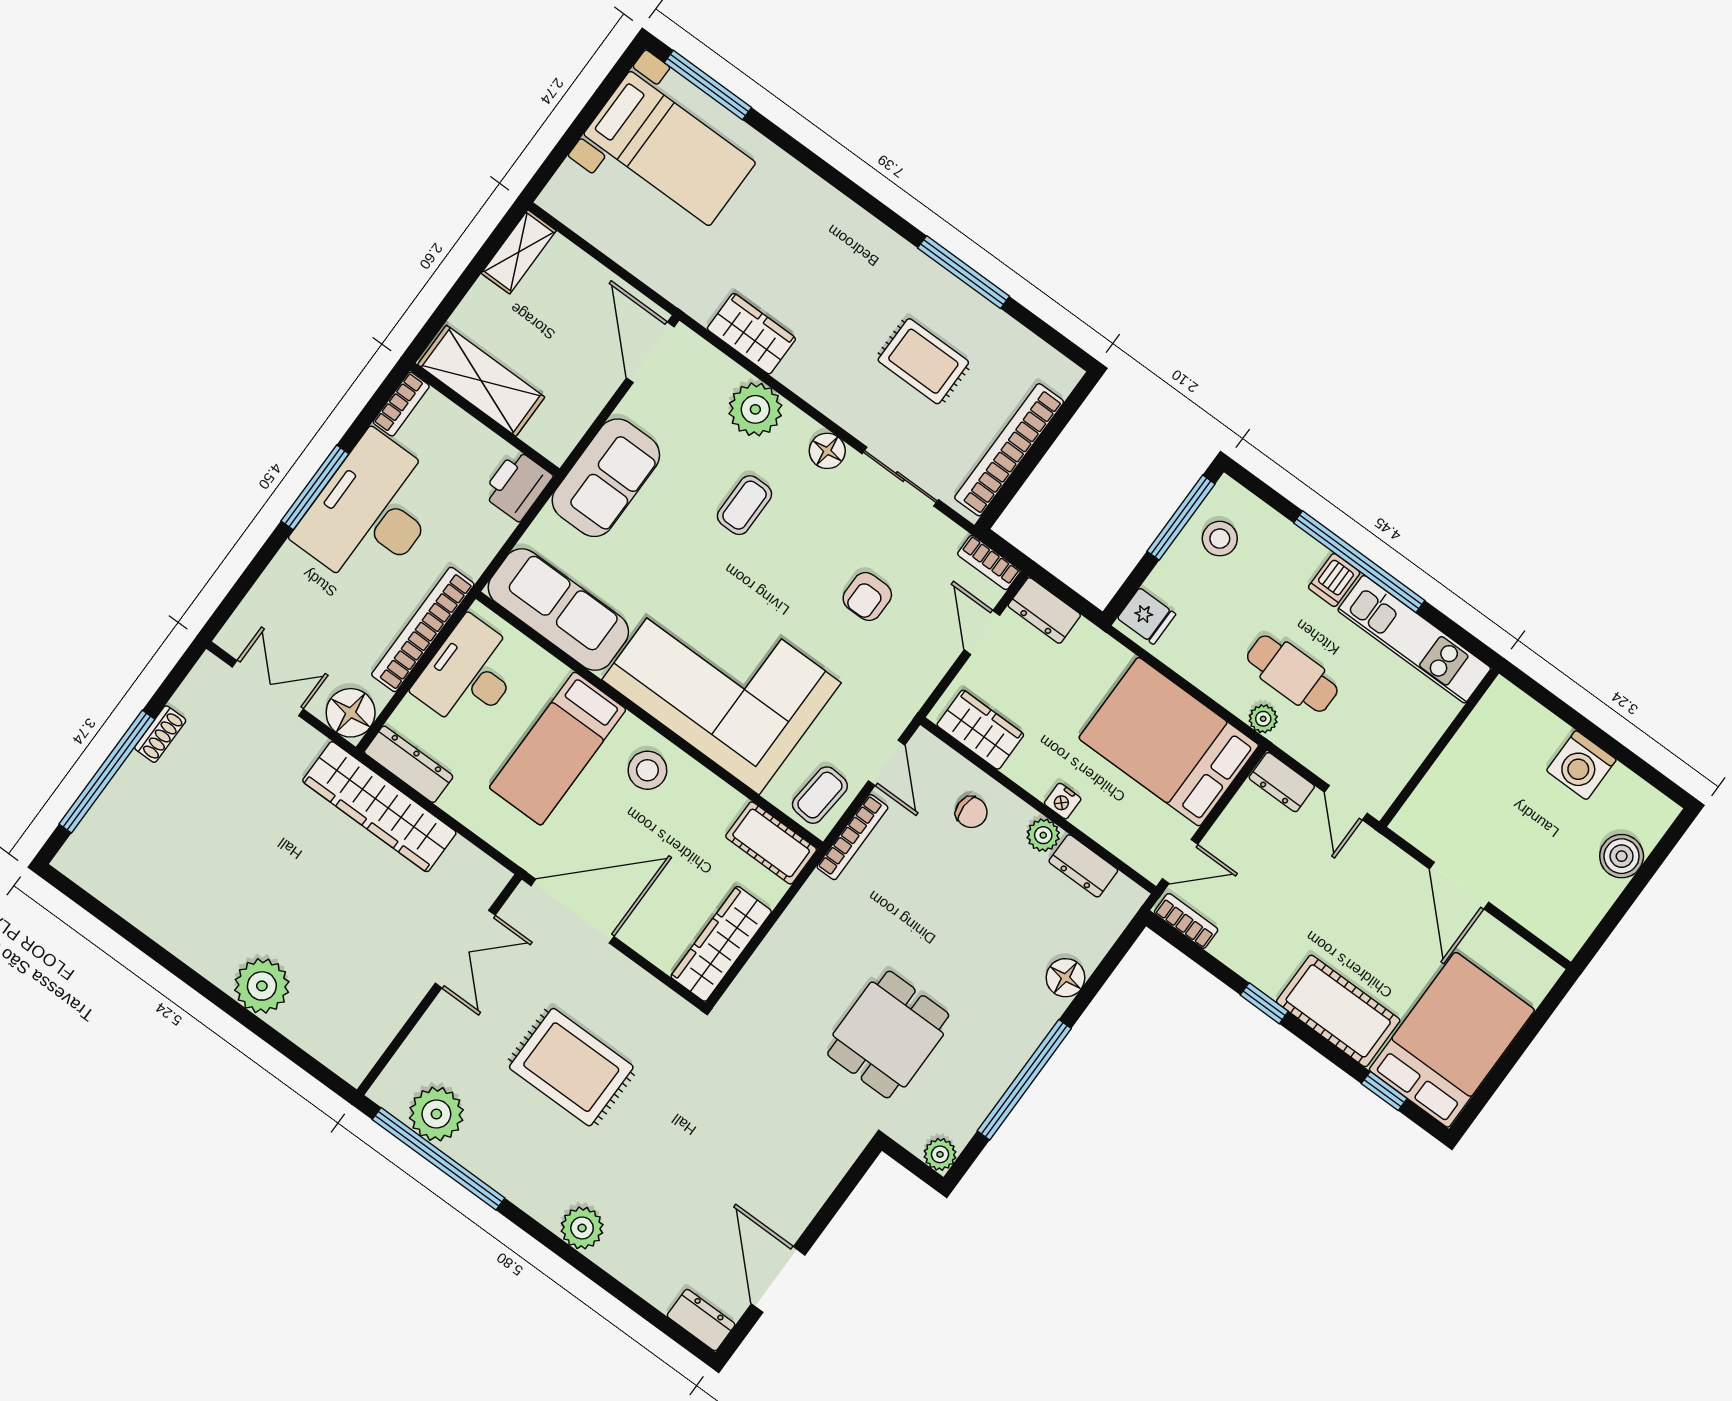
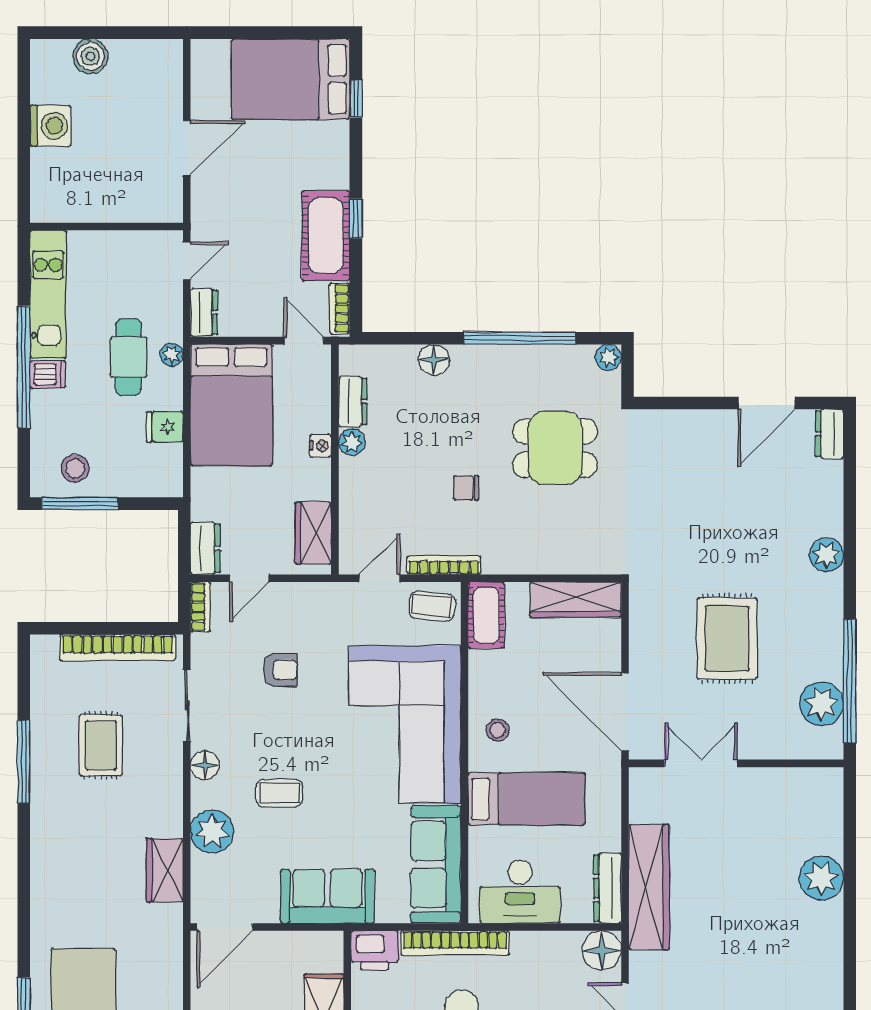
fridge: (1147, 616) -> (165, 427), moved, turned -90
bookcase: (423, 629) -> (455, 943), moved
stool: (647, 770) -> (498, 730), width x0.73, depth x0.73
chair: (971, 812) -> (466, 488), moved, turned -90
cot: (1338, 1011) -> (326, 236), moved

